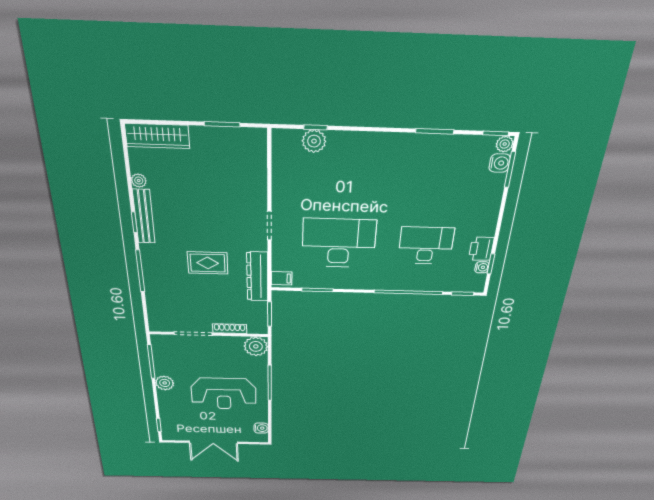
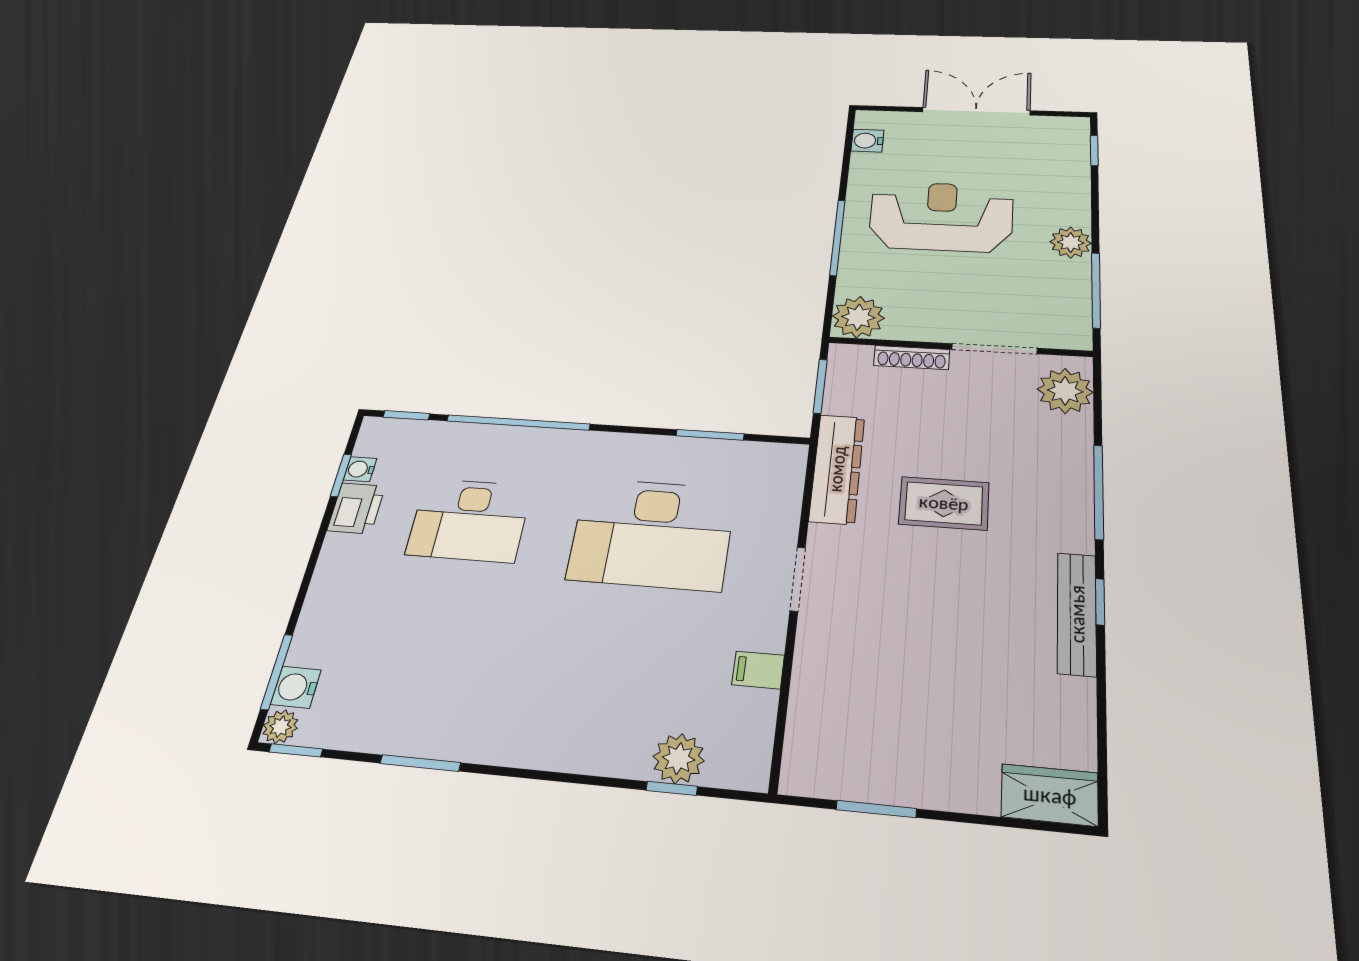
wardrobe: (157, 136) -> (1050, 795), width x0.67
plant: (139, 181) -> (1065, 391), moved, width x1.88, depth x1.88
filing cabinet: (282, 278) -> (758, 670), moved

